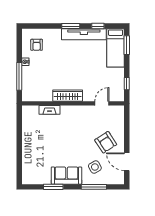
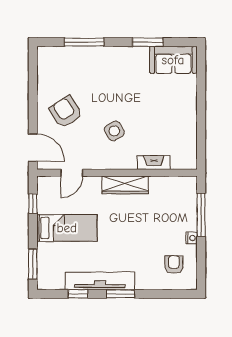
bed: (116, 48) -> (67, 228), moved, turned 90
door: (127, 162) -> (33, 148), moved
side table: (95, 167) -> (114, 131), moved
sofa: (66, 176) -> (173, 60), moved

